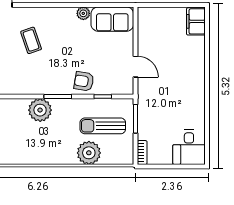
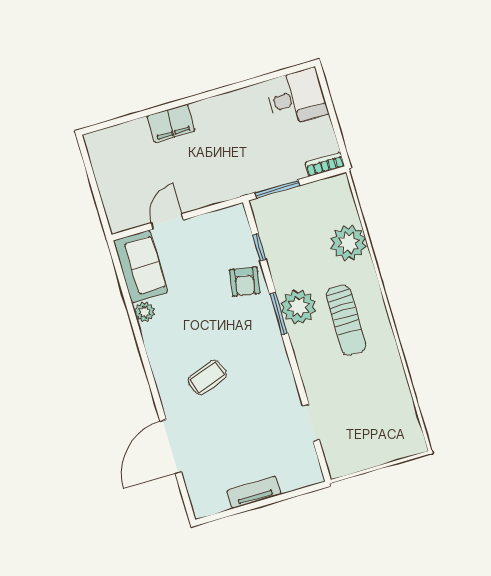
filing cabinet: (196, 21) -> (171, 123), moved
door: (135, 67) -> (167, 221), moved
plant: (40, 110) -> (298, 307), moved
sun lounger: (103, 126) -> (346, 320), moved

